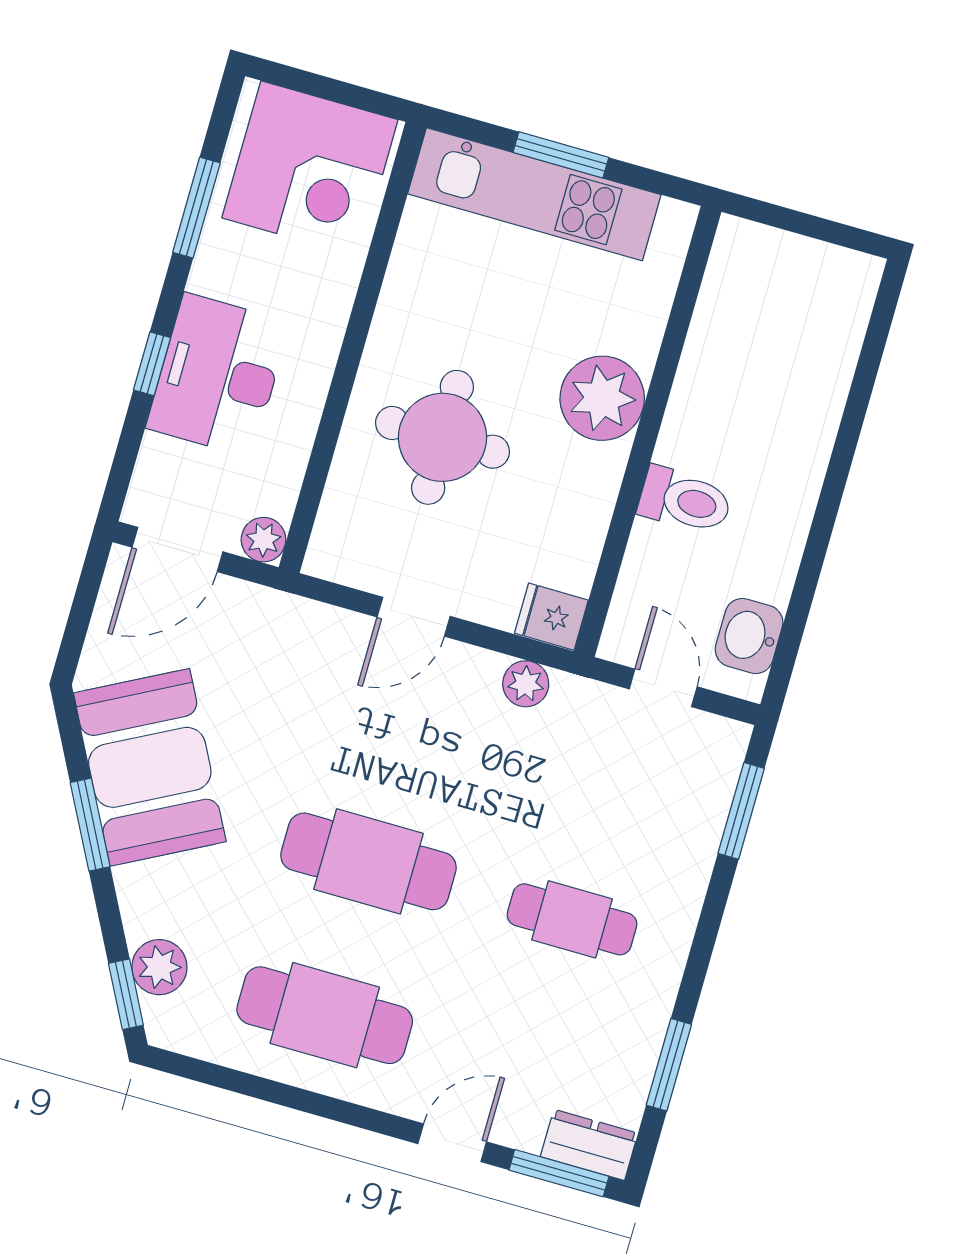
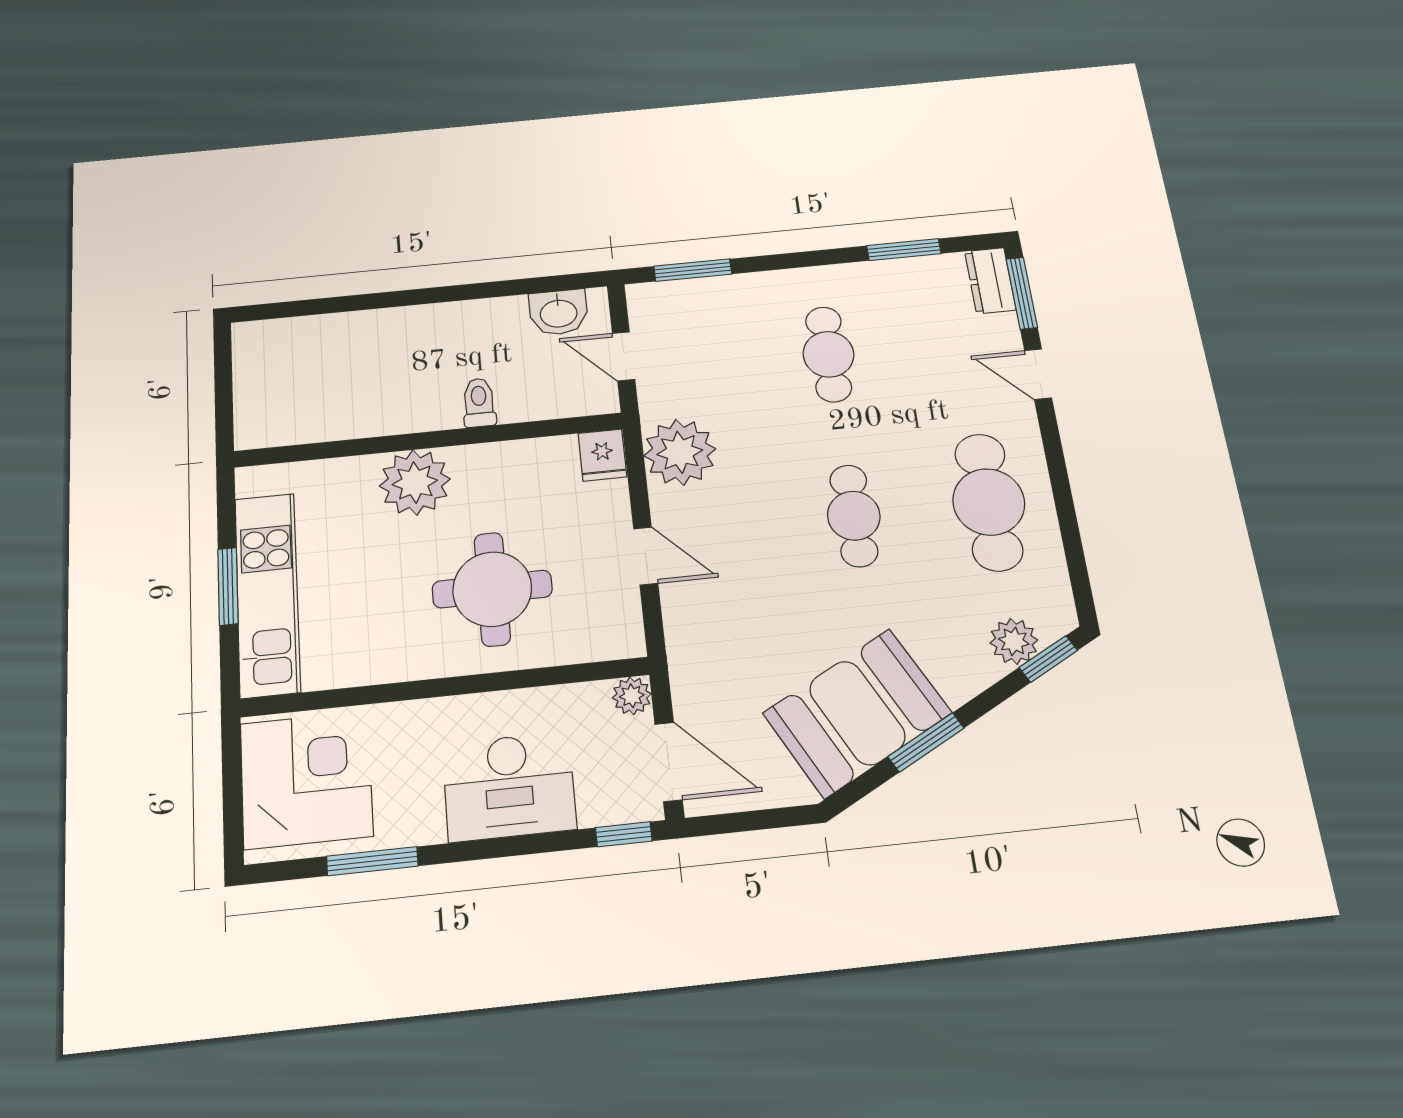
window: (152, 364) -> (624, 834), moved
toilet: (685, 500) -> (479, 403), width x0.73, depth x0.72
plant: (526, 684) -> (680, 452), width x1.87, depth x1.87
door: (663, 688) -> (624, 356), hinge flipped
cafe table: (368, 861) -> (854, 516), width x0.73, depth x0.74

